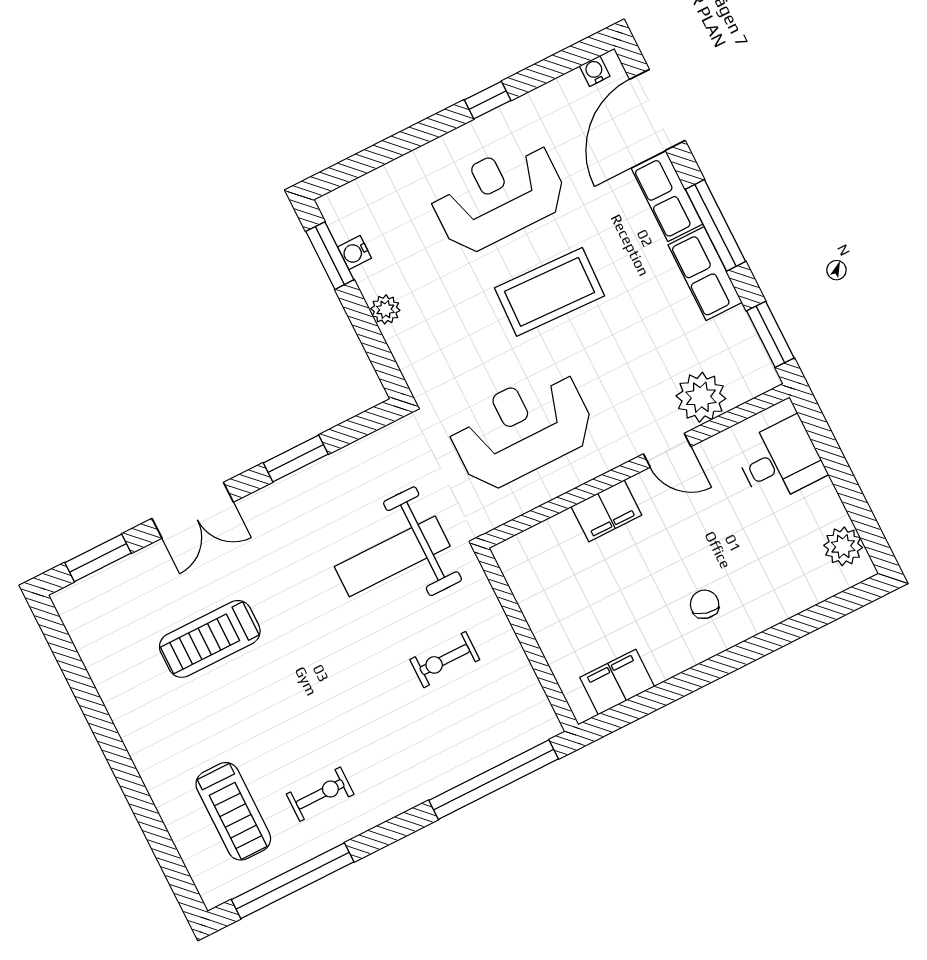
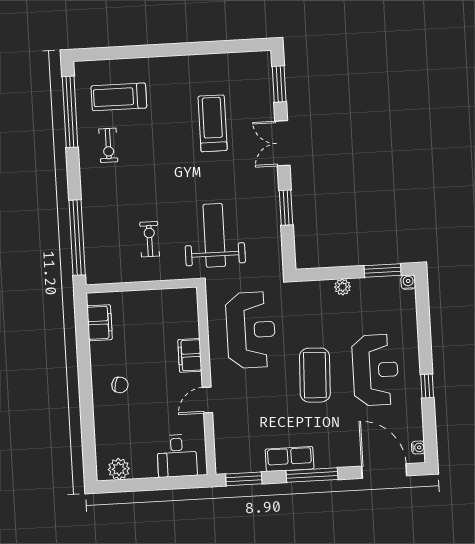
row of seats: (667, 196) -> (338, 457), removed
water cooler: (355, 253) -> (408, 282), moved
plant: (701, 397) -> (227, 429), removed

